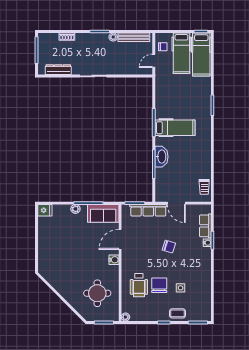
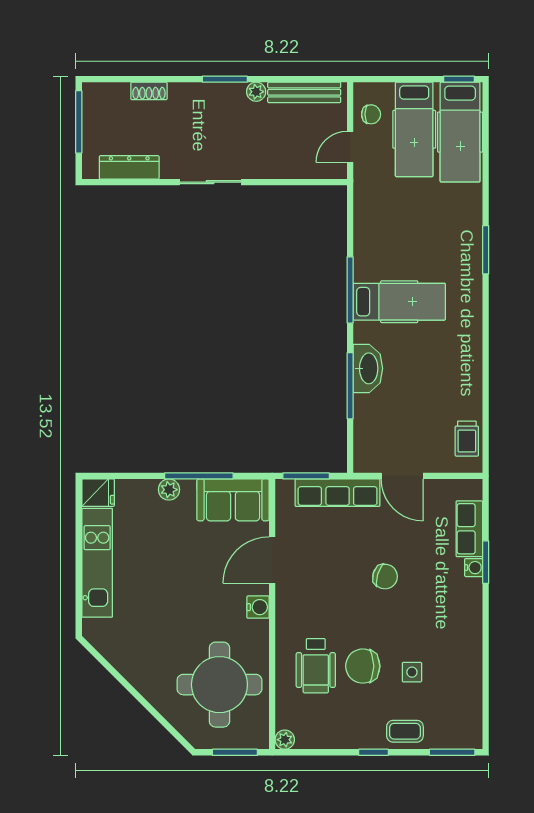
kitchen unit: (44, 241) -> (97, 563), added
chair: (159, 285) -> (363, 666), turned -90
round table: (97, 293) -> (219, 685), width x1.36, depth x1.36

